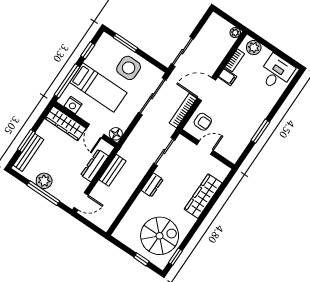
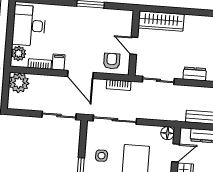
plant: (235, 33) -> (19, 83), width x1.87, depth x1.87
side table: (129, 68) -> (101, 156), width x0.54, depth x0.54
desk: (276, 72) -> (29, 26), width x1.37
bookcase: (183, 111) -> (119, 85), width x0.64
wardrobe: (203, 196) -> (161, 21), moved

